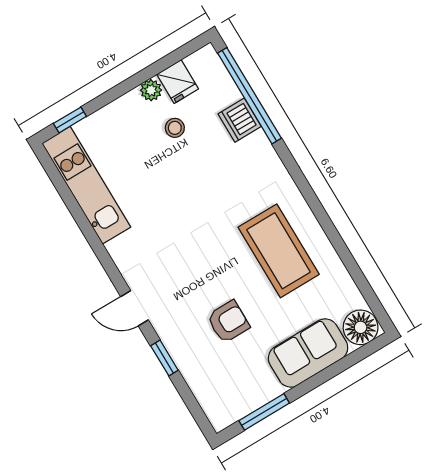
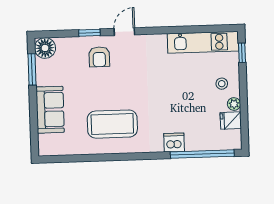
dishwasher: (240, 120) -> (174, 142), moved
stool: (175, 128) -> (222, 84), moved
armchair: (228, 322) -> (99, 57), moved
floor lamp: (361, 327) -> (45, 48), moved

